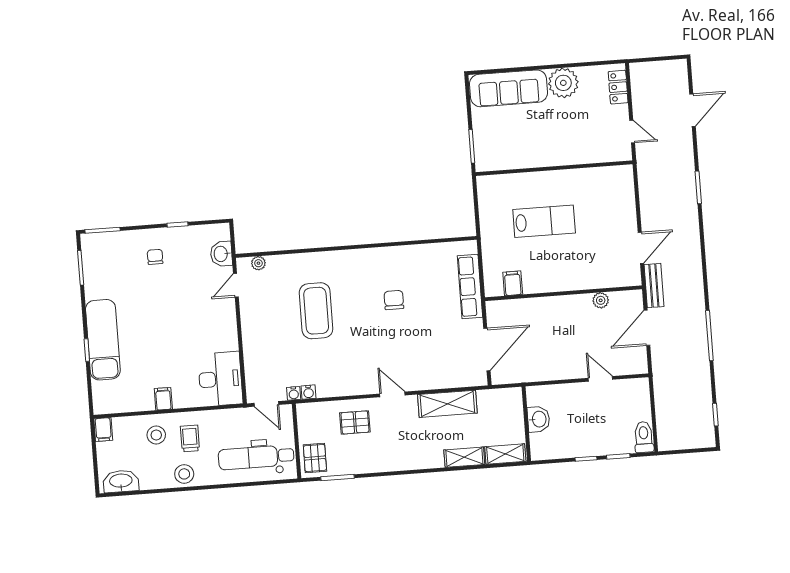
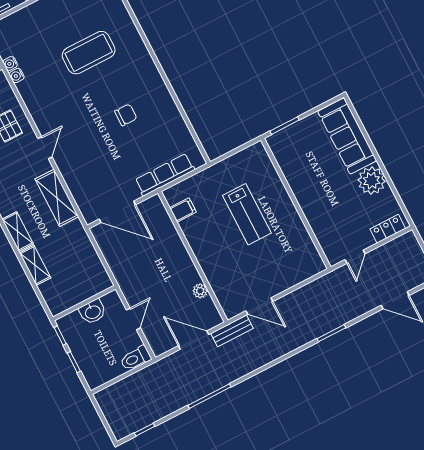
washbasin: (539, 419) -> (93, 312), moved
wall: (526, 424) -> (84, 303), moved
toilet: (644, 437) -> (136, 358), moved, turned 180

